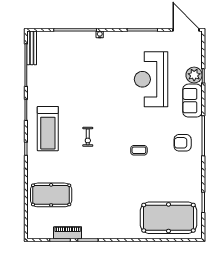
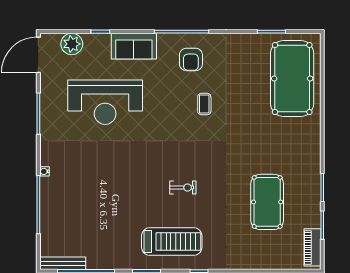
plant: (194, 75) -> (72, 44), moved
coffee table: (139, 150) -> (204, 104), moved
pool table: (51, 195) -> (267, 202), moved
piano: (68, 233) -> (312, 247), moved

